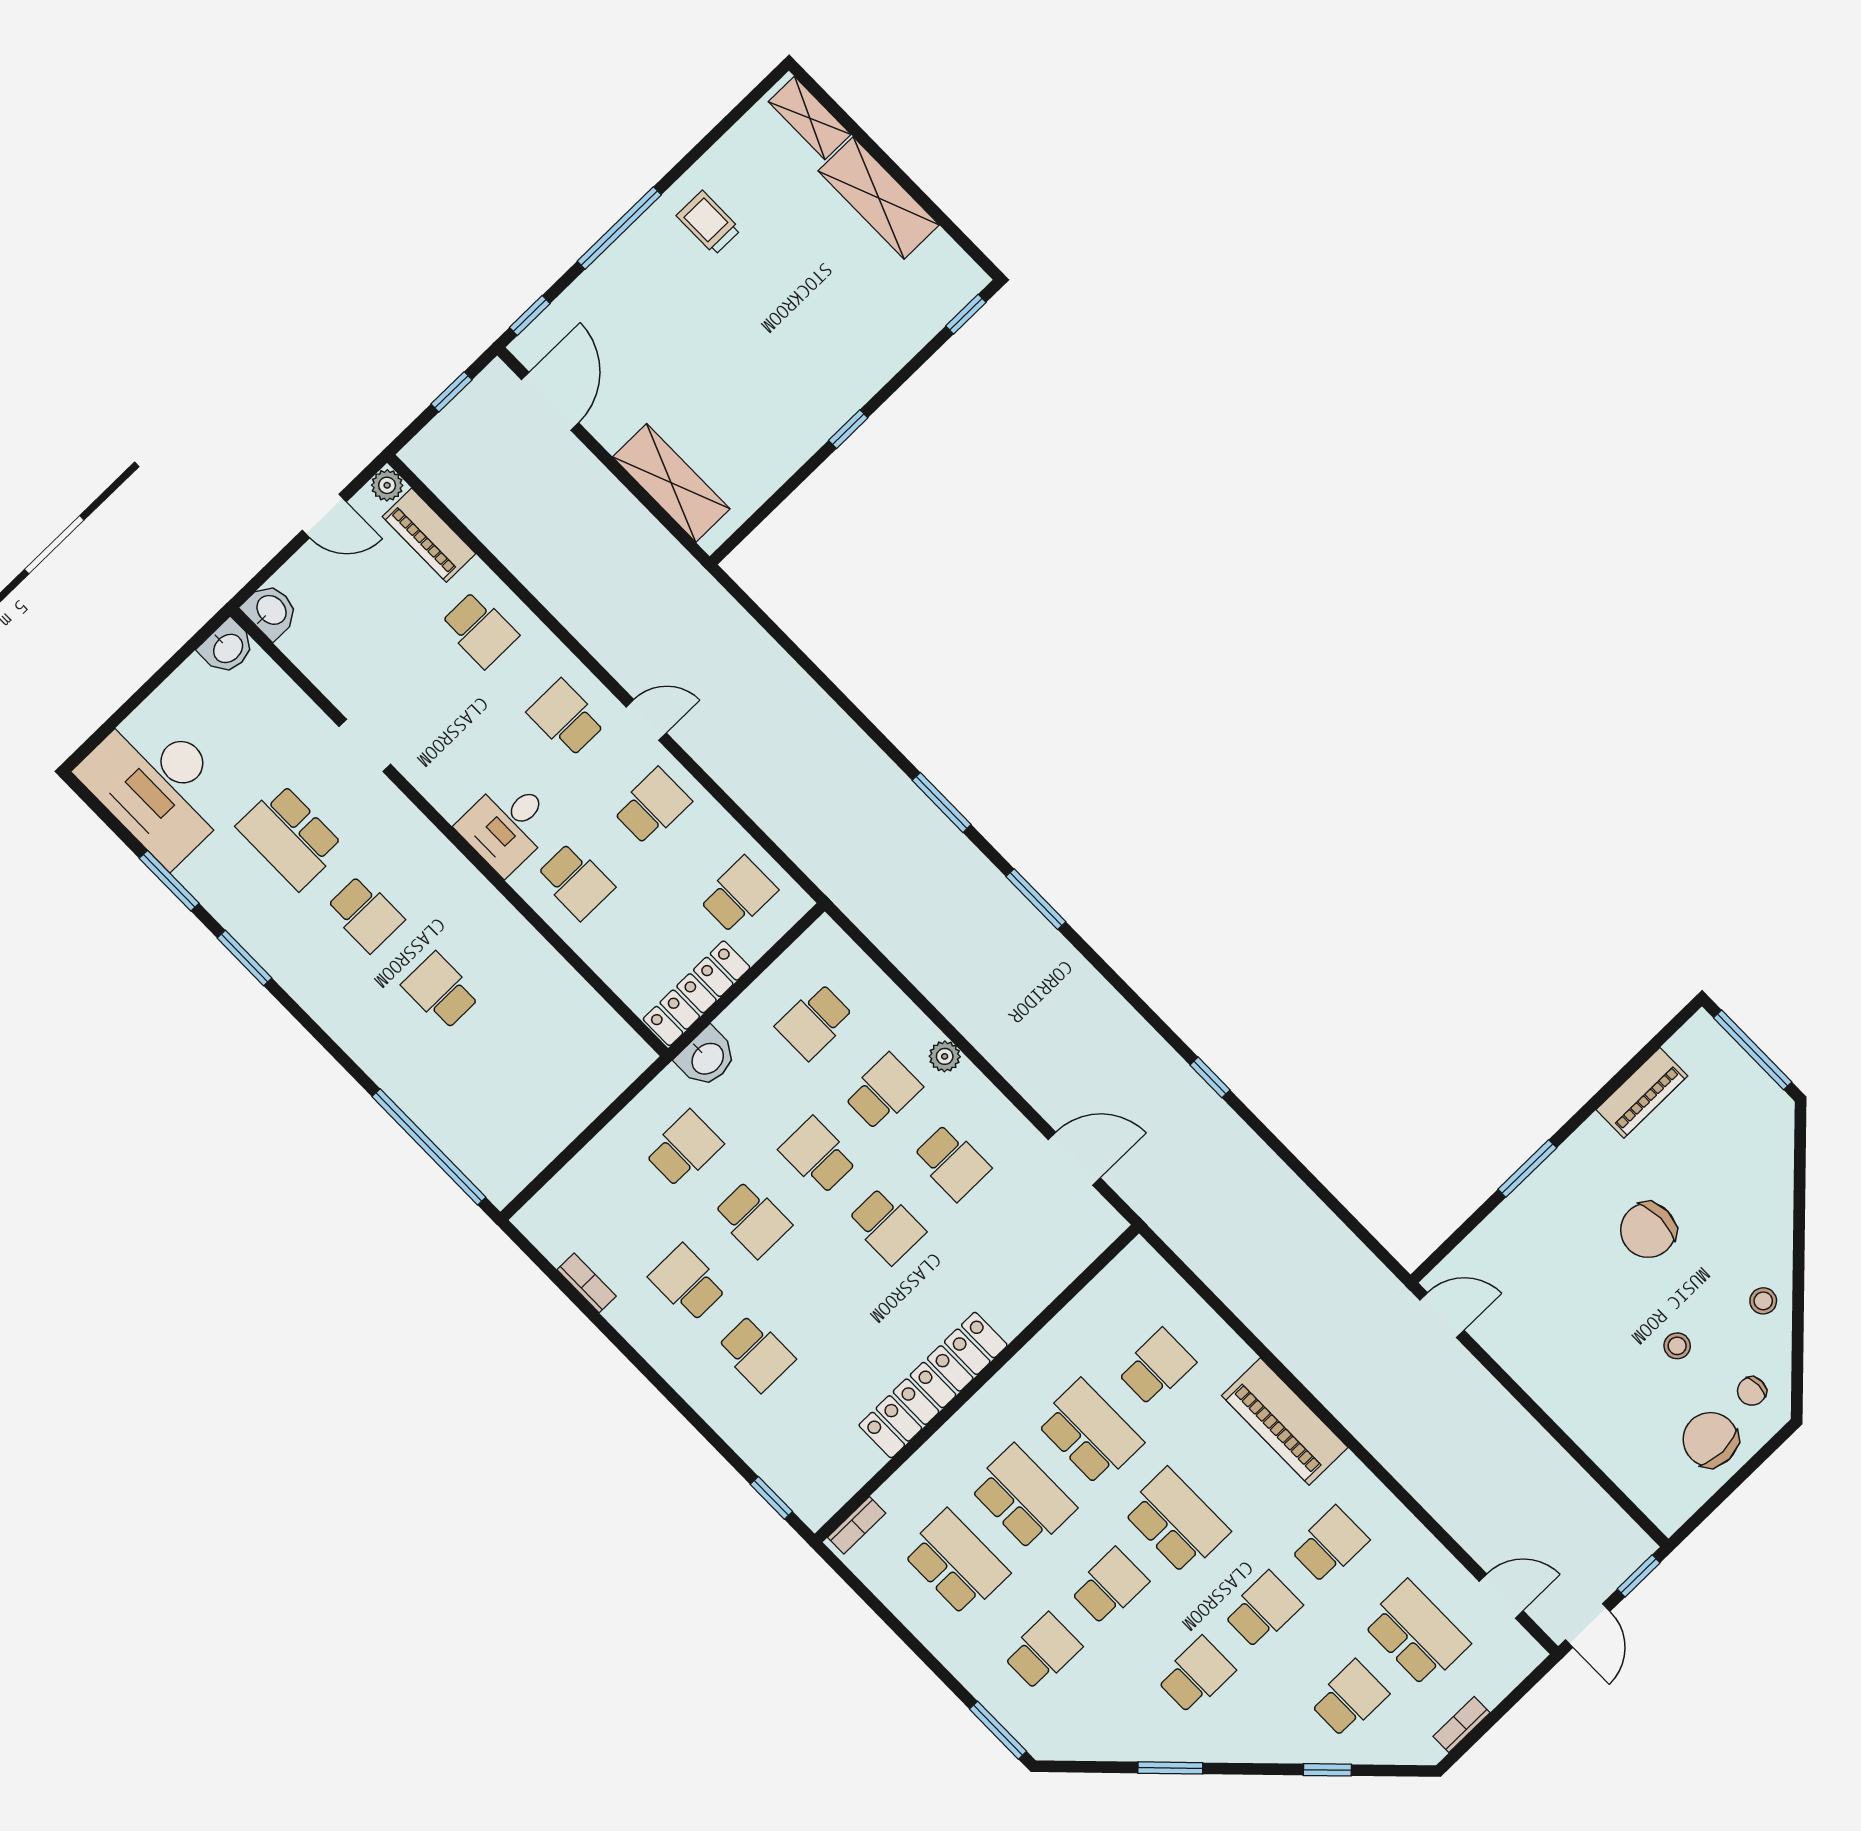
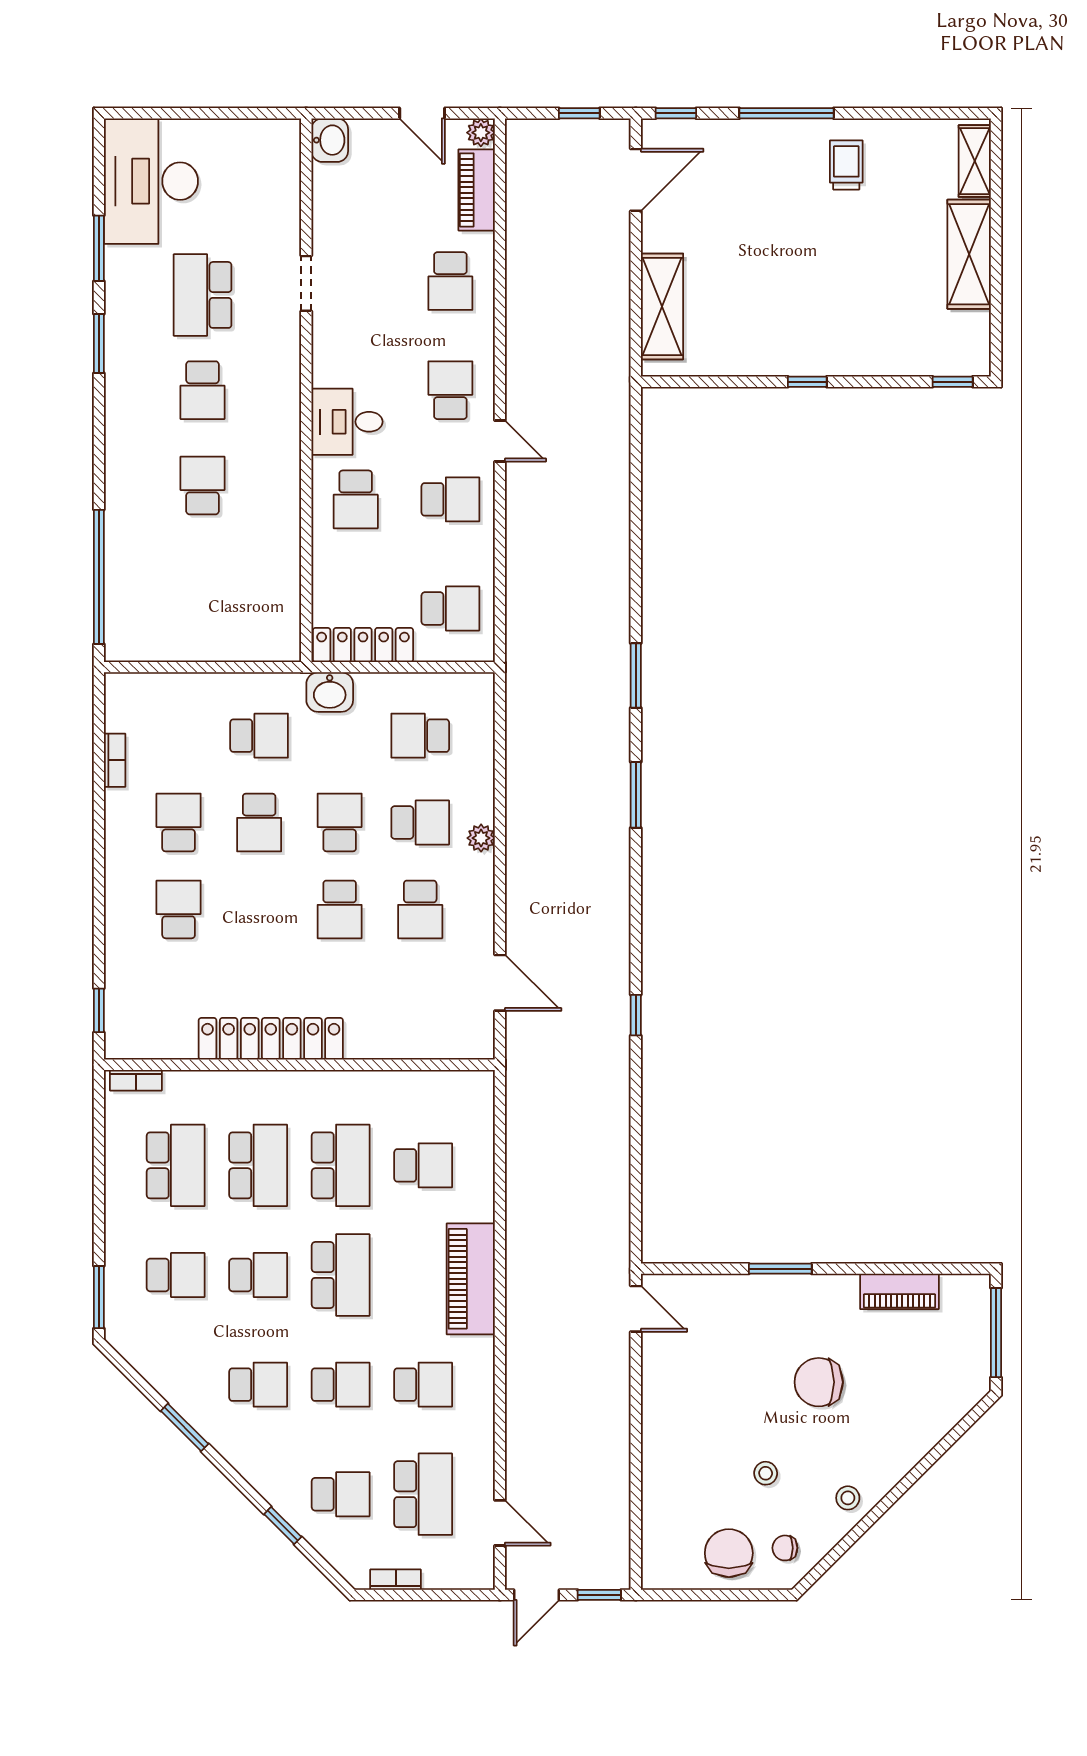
washbasin: (227, 648) -> (280, 137), removed
school desk: (756, 1353) -> (179, 909), turned 180

